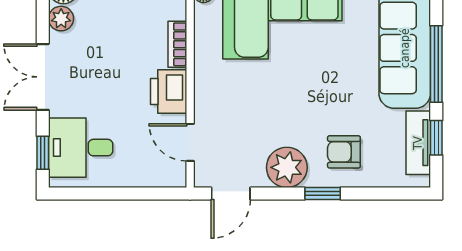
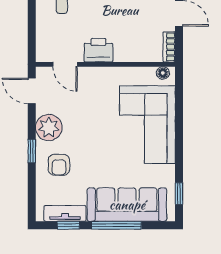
bookcase: (177, 44) -> (129, 56), removed
door: (190, 142) -> (65, 64), swing flipped
armchair: (344, 152) -> (59, 165), turned 180

